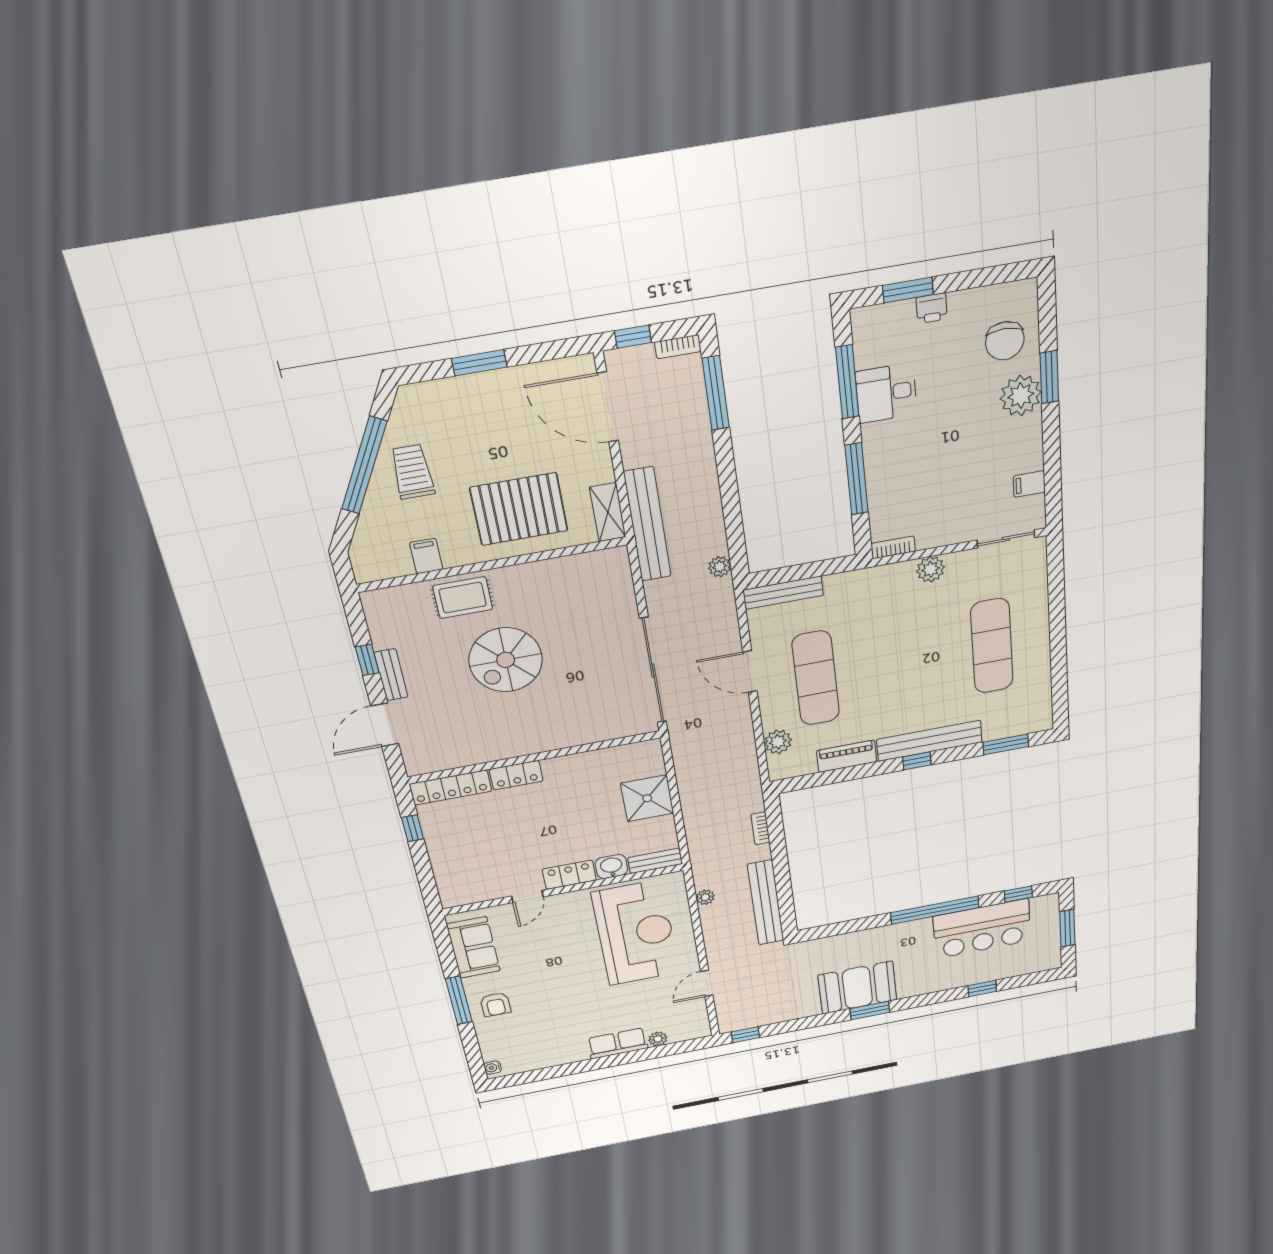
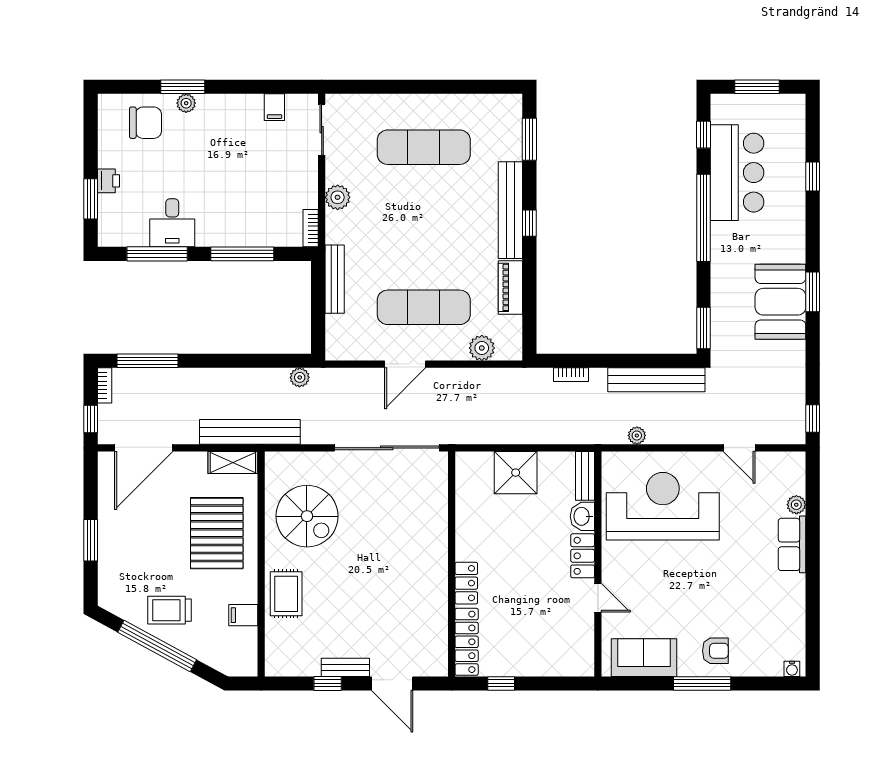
plant: (1021, 396) -> (186, 103), width x0.53, depth x0.53
bench: (783, 593) -> (335, 279), moved
spiral stairs: (506, 660) -> (307, 516), moved
window: (824, 931) -> (704, 328), added

